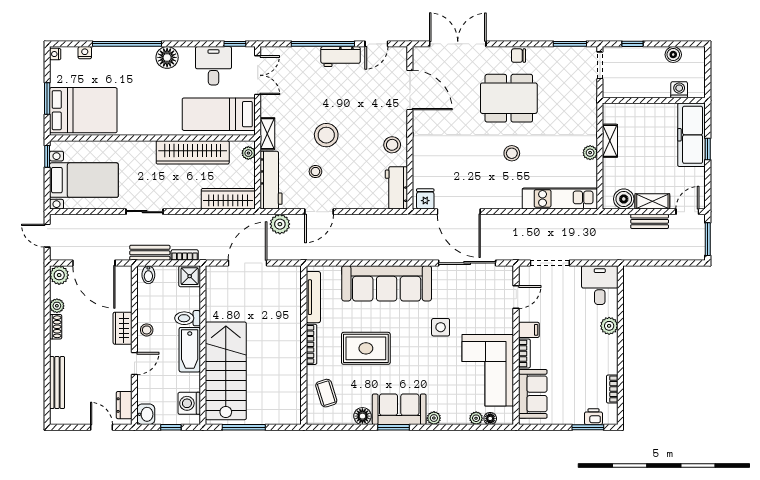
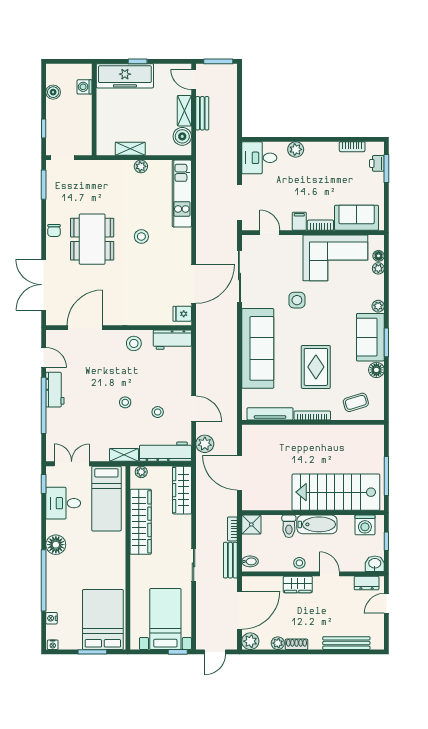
stool: (326, 135) -> (125, 402), width x0.53, depth x0.53
window: (47, 156) -> (178, 652), moved

